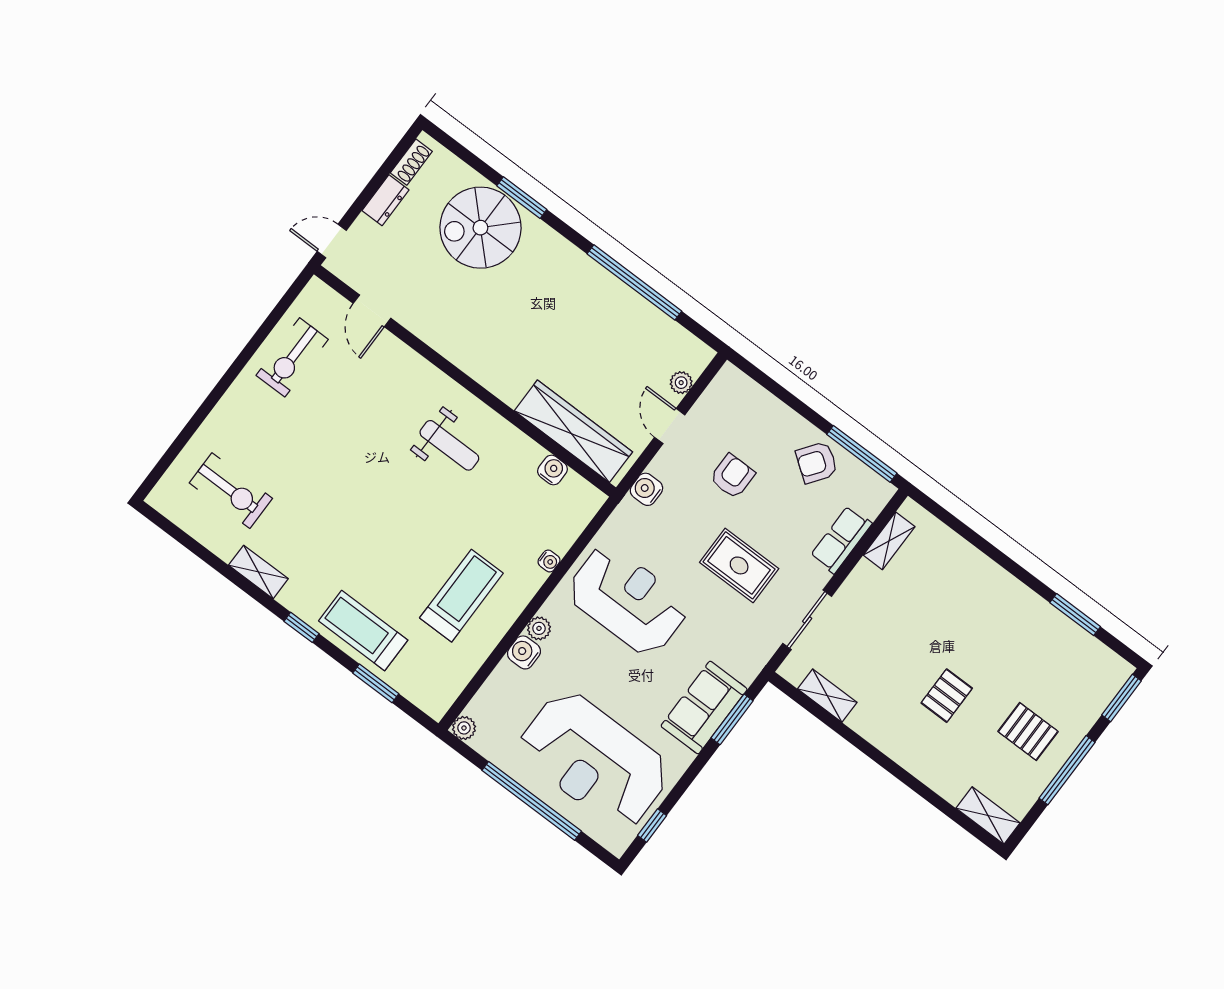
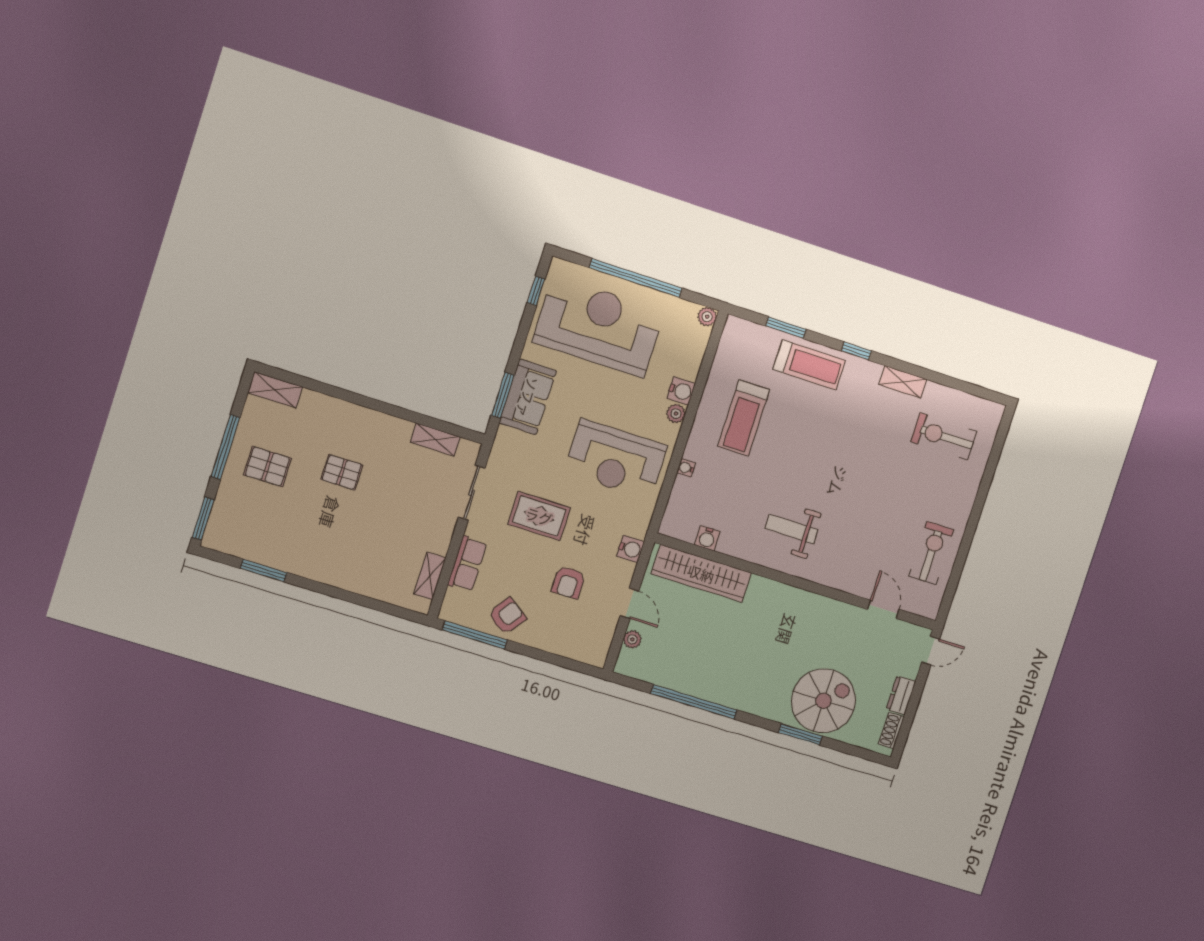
pallet: (947, 696) -> (342, 472), turned 90

